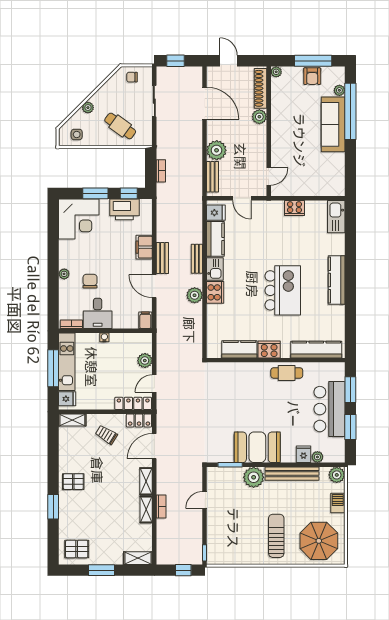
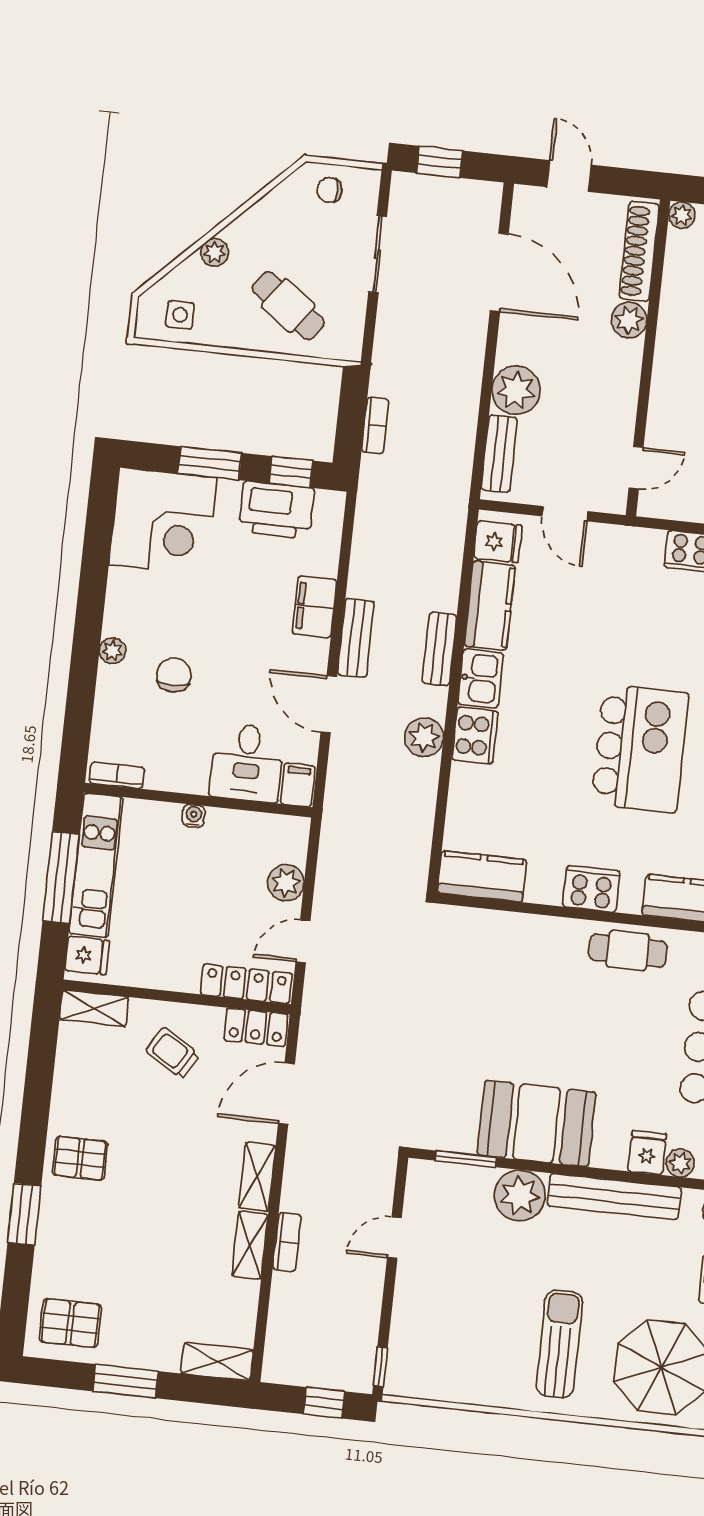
desk: (98, 313) -> (247, 763), moved
kitchen counter: (239, 349) -> (482, 876), moved

